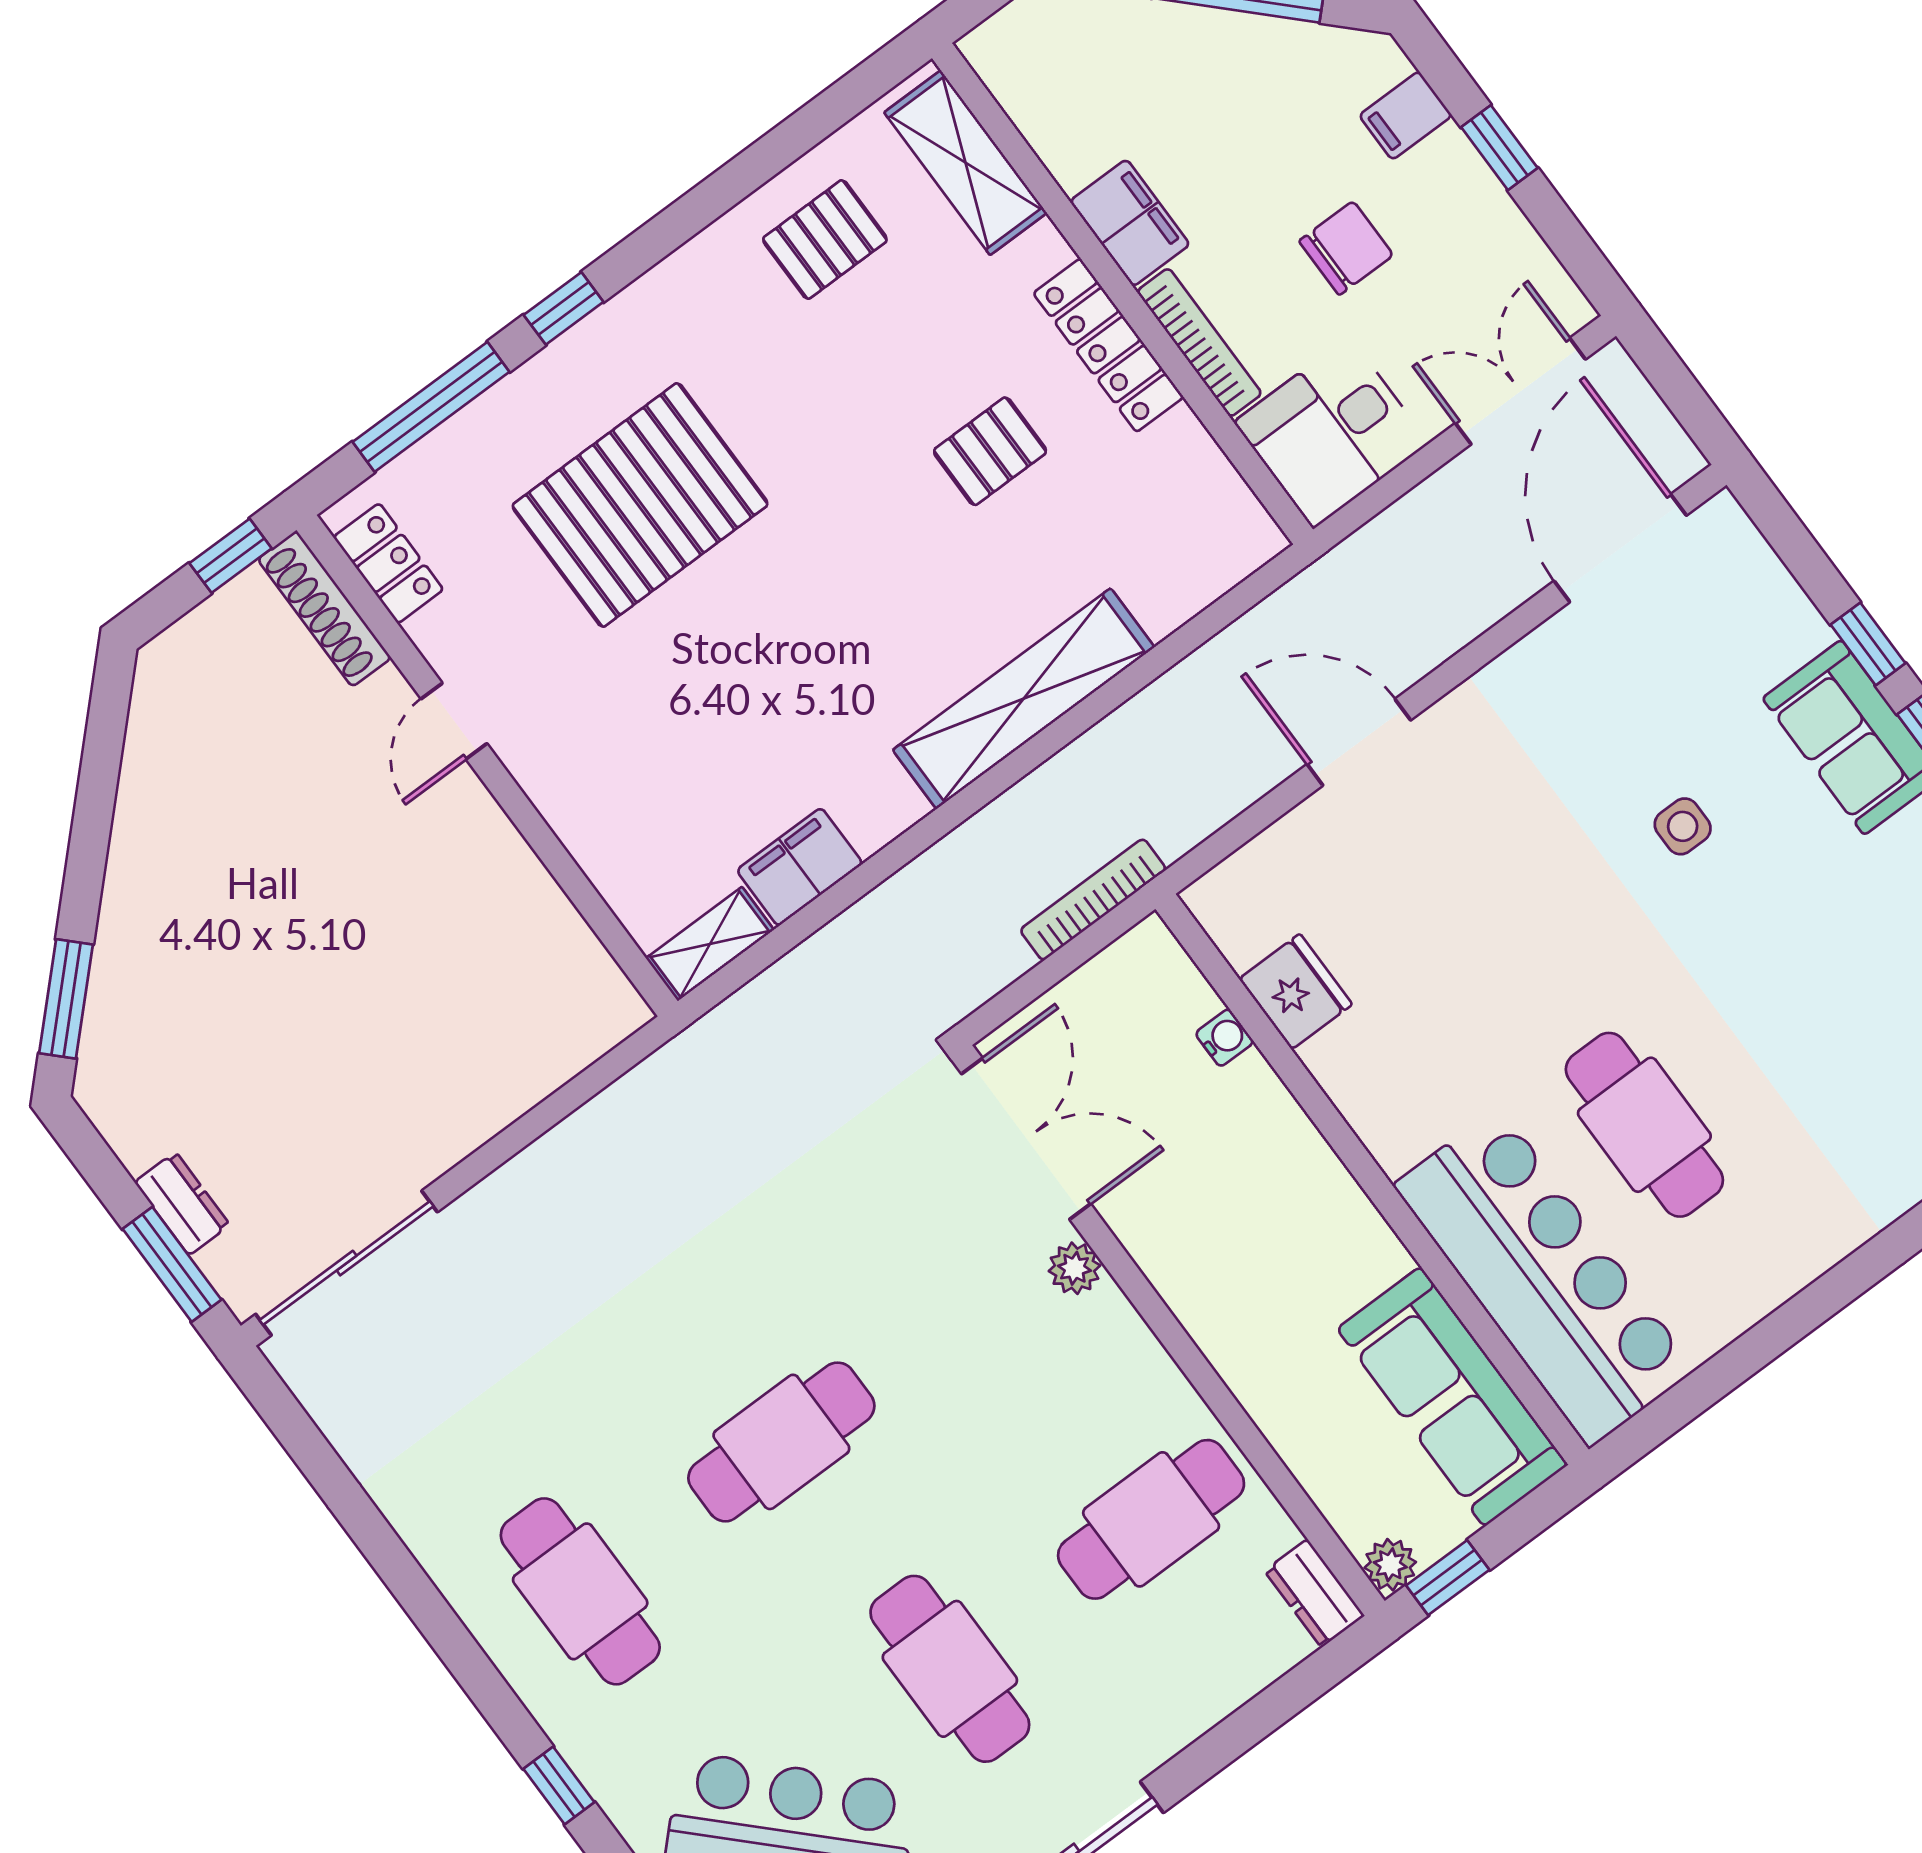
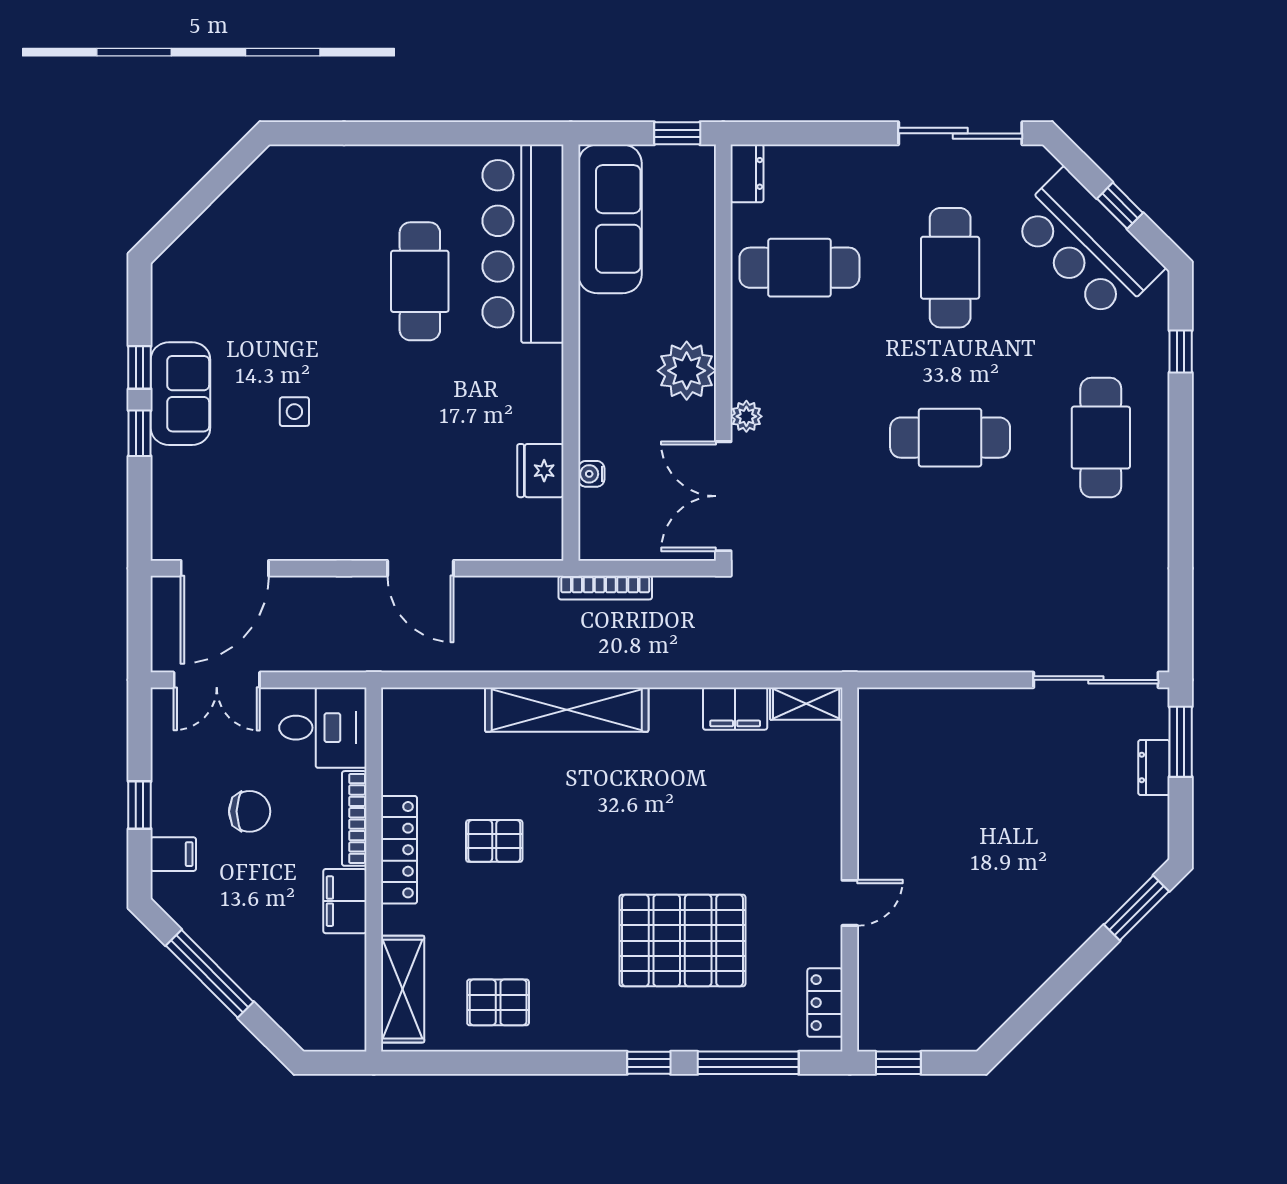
chair: (1346, 248) -> (250, 811), turned 180
shoe rack: (324, 609) -> (872, 1004), removed
plant: (1390, 1565) -> (687, 371), moved, width x1.88, depth x1.88

